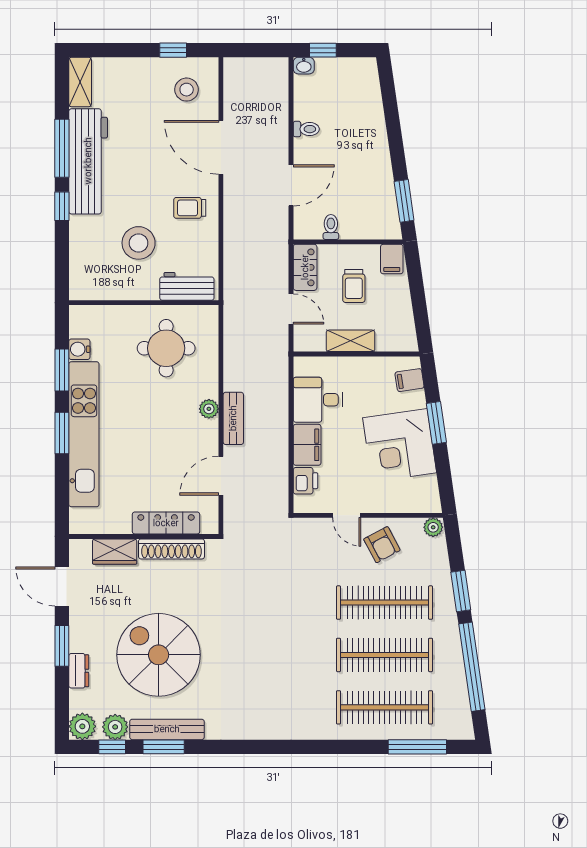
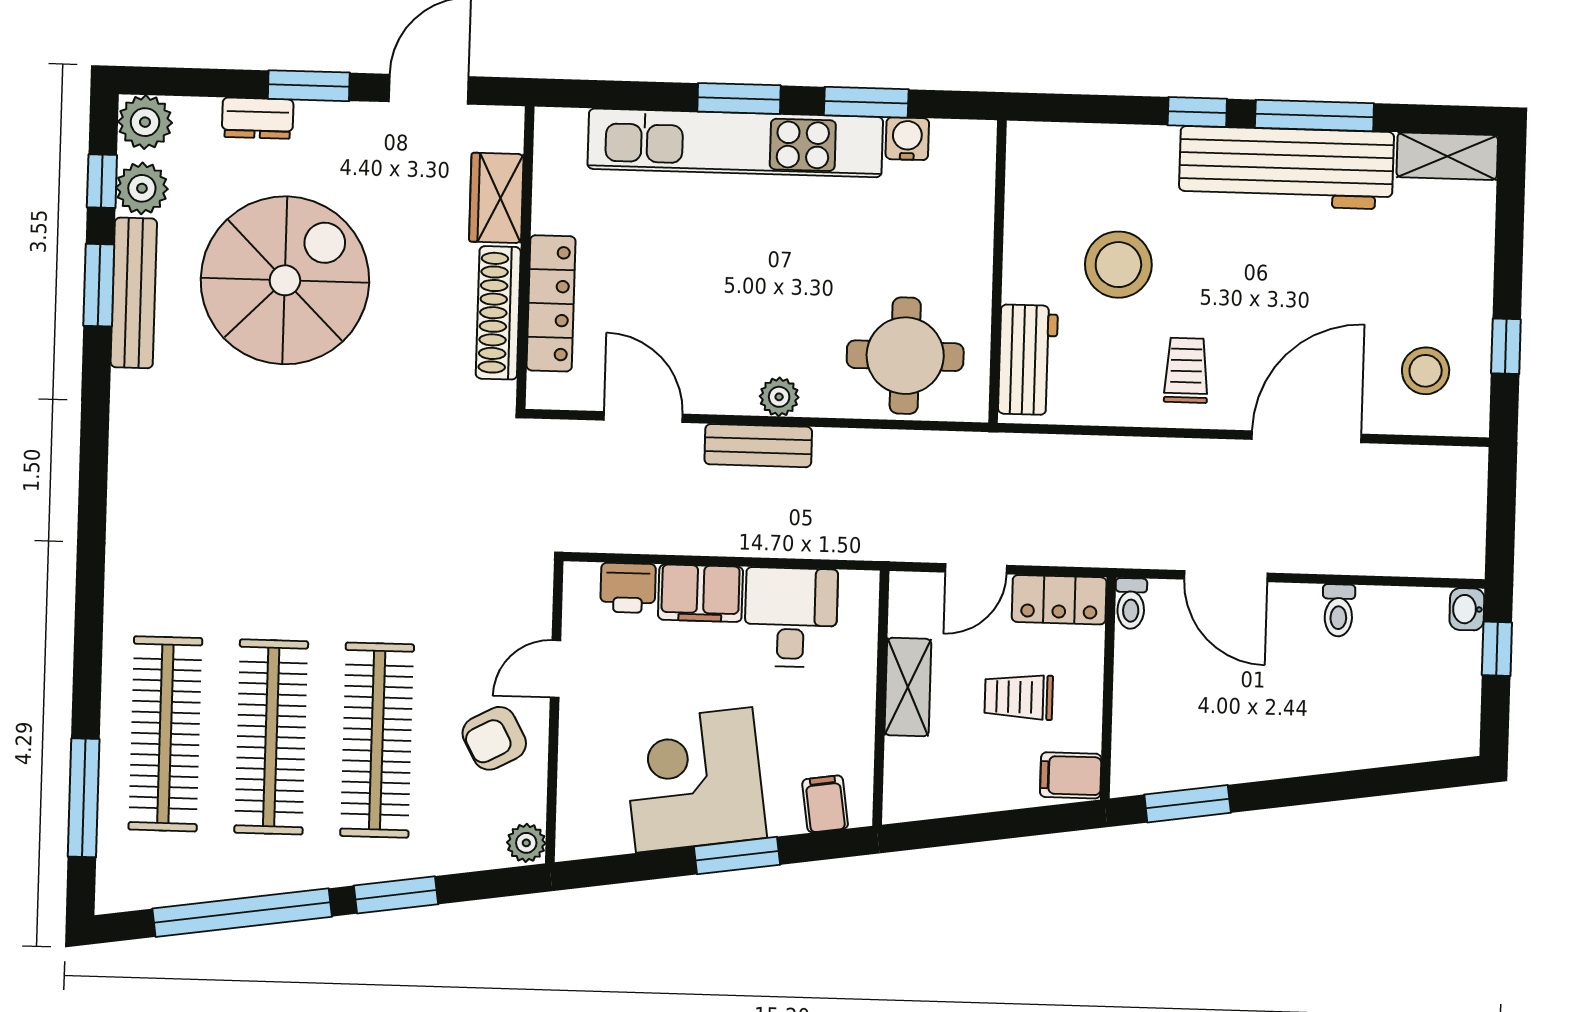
toilet: (331, 227) -> (1131, 603), moved, turned 90
round table: (166, 348) -> (905, 356), moved

